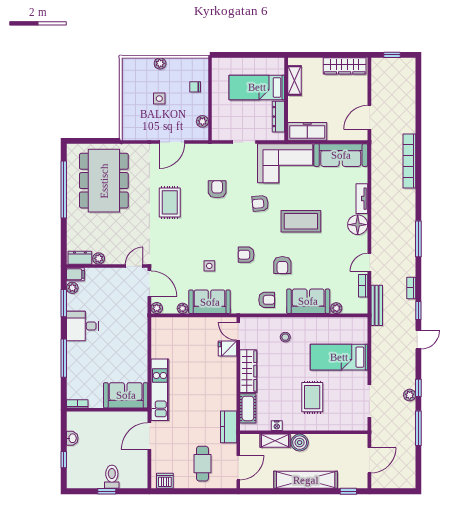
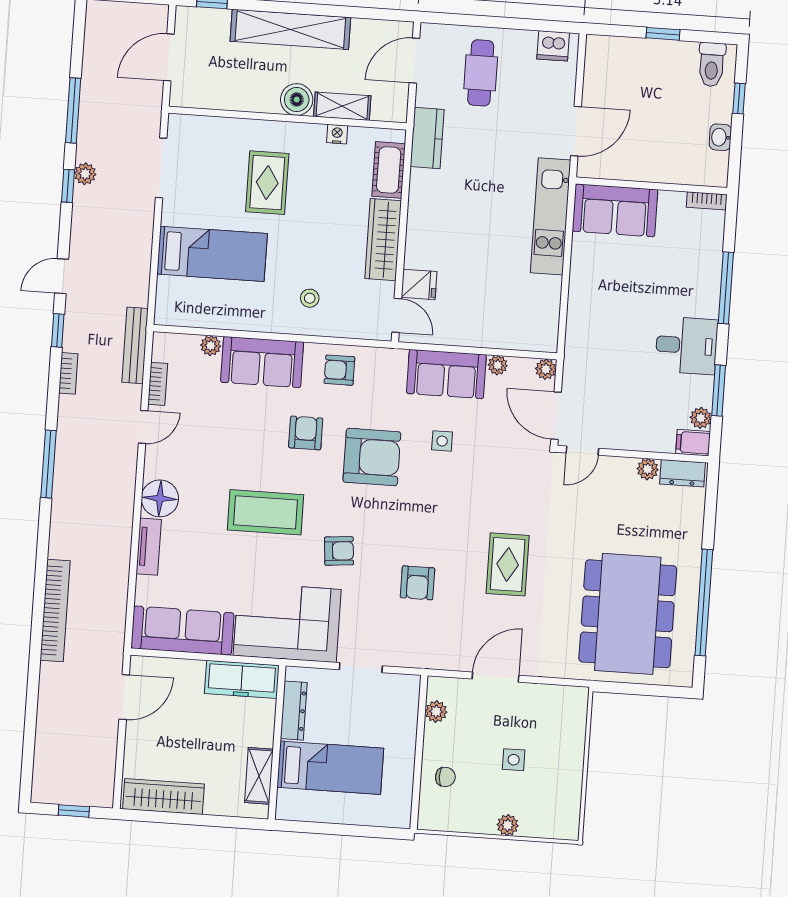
armchair: (246, 255) -> (372, 457), width x1.88, depth x1.88
toilet: (112, 477) -> (712, 64), moved

